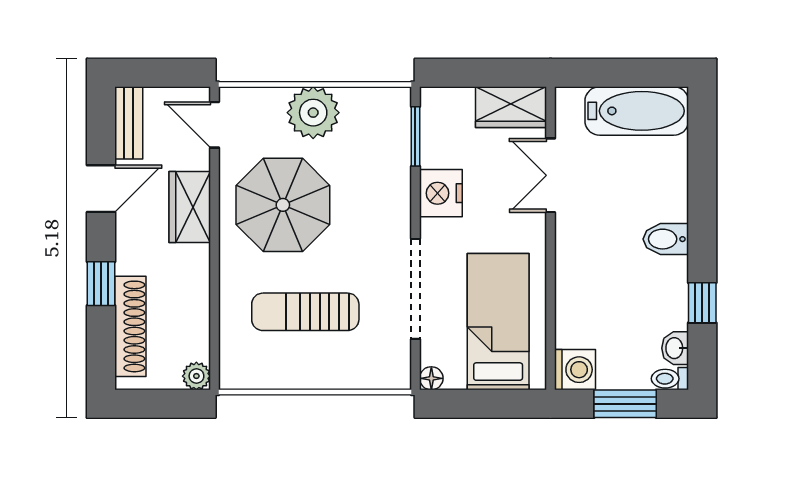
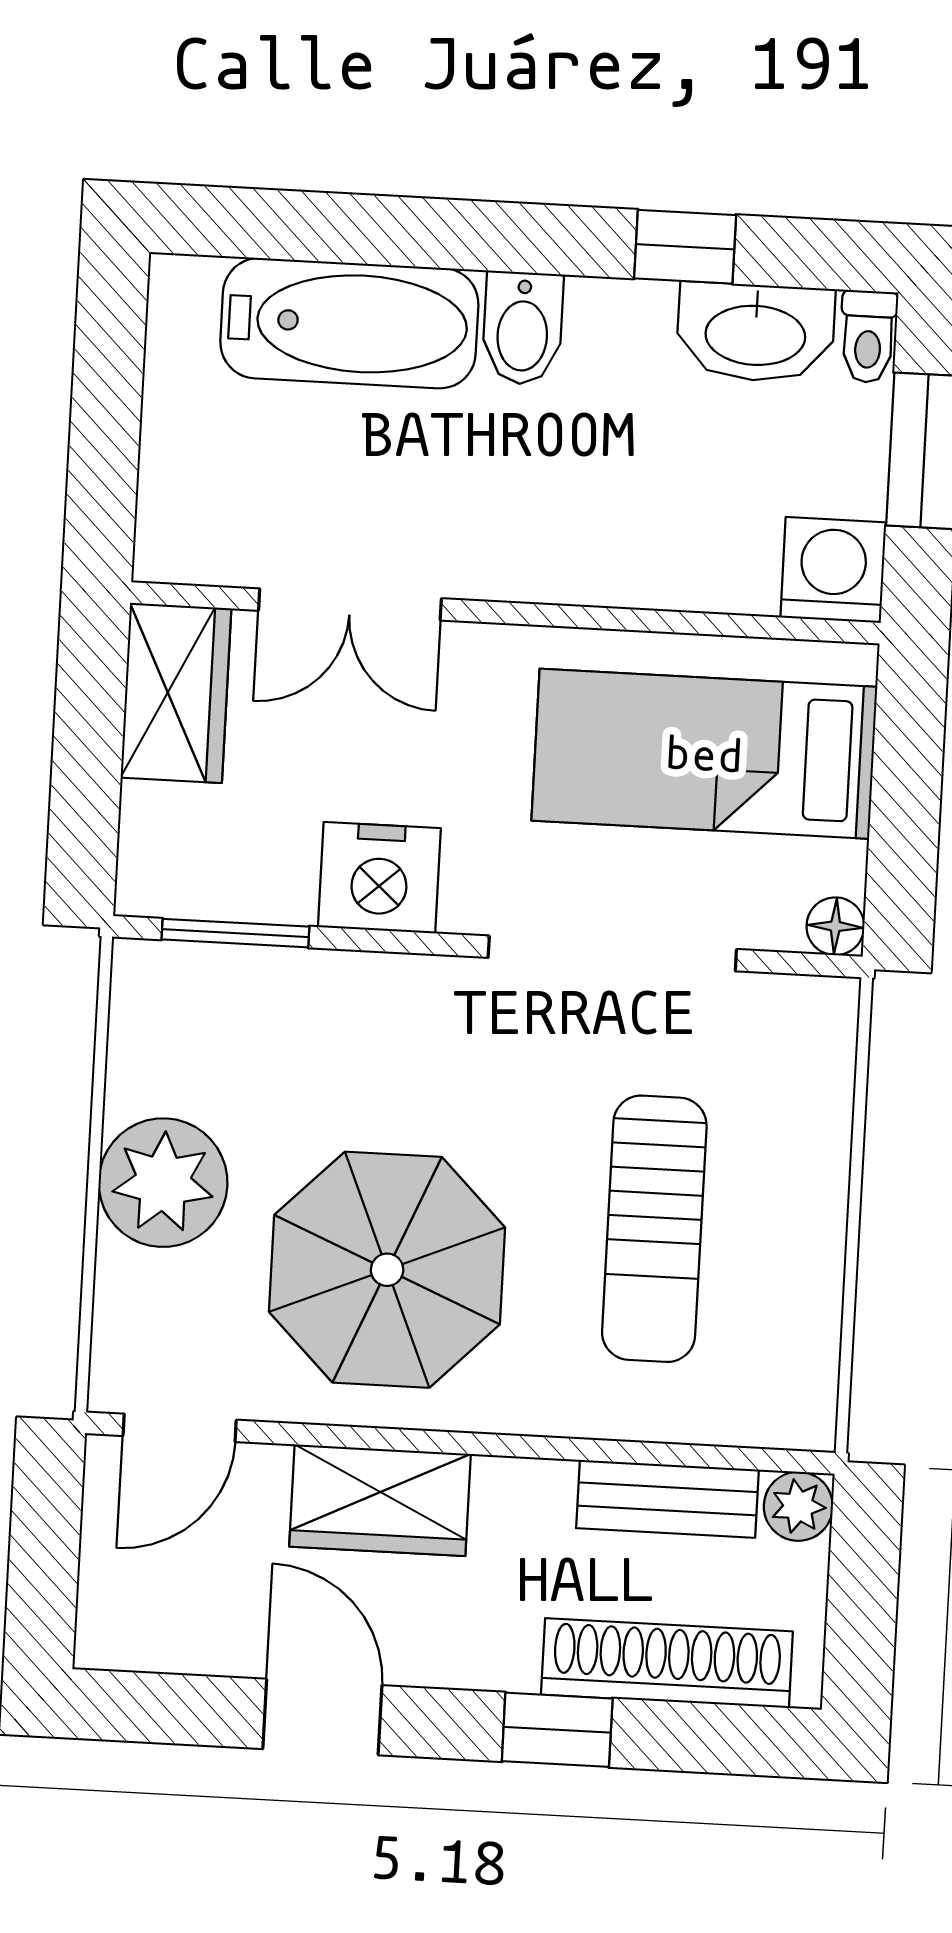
bathtub: (637, 111) -> (349, 323), moved, turned 90
bench: (129, 123) -> (667, 1499), moved
washbasin: (675, 348) -> (755, 333), width x1.91, depth x1.45

